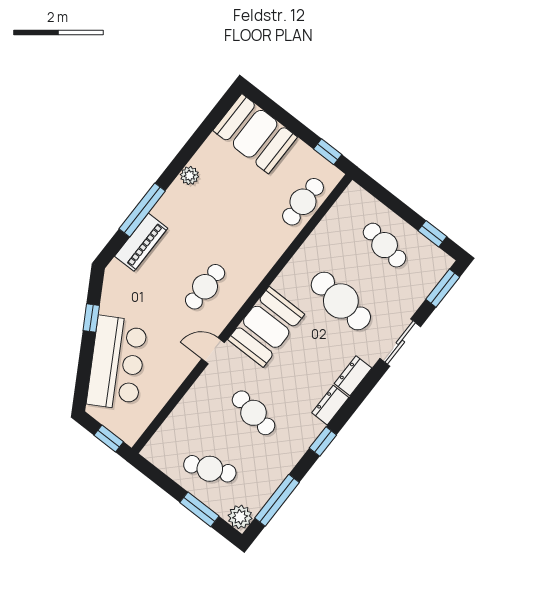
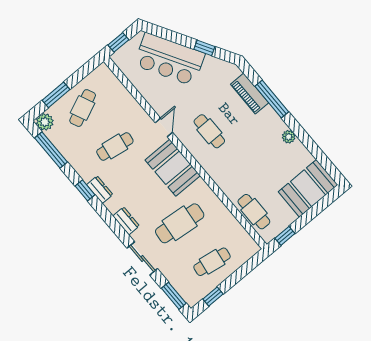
dresser: (330, 405) -> (100, 190), moved

